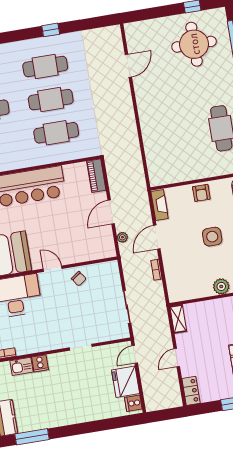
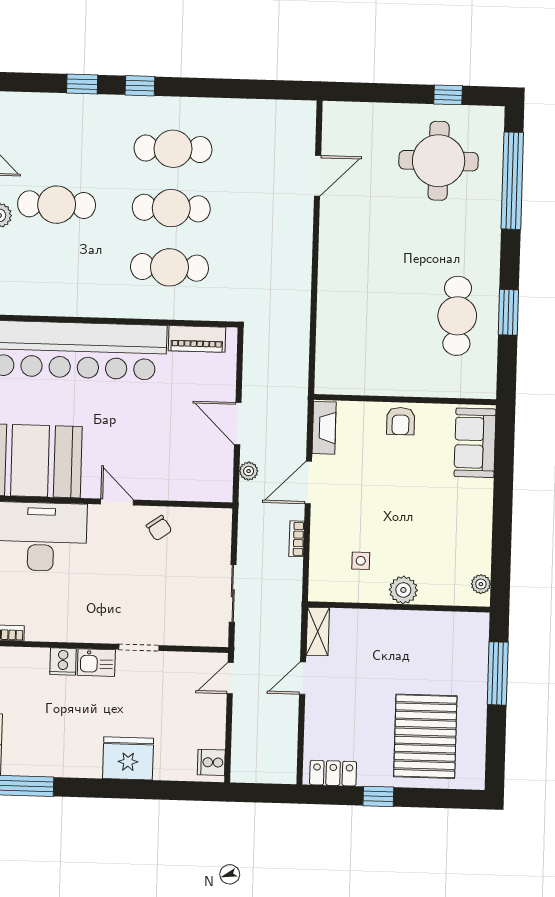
window: (51, 30) -> (140, 86), moved
piano: (96, 176) -> (197, 339), moved, turned -90
door: (111, 212) -> (238, 424), hinge flipped
side table: (212, 237) -> (361, 561), moved, width x0.54, depth x0.54
door: (177, 358) -> (303, 678), moved
kitchen sink: (21, 366) -> (96, 663), moved
fridge: (126, 382) -> (128, 758), moved, turned 90
locker: (191, 391) -> (333, 773), moved, turned -90

